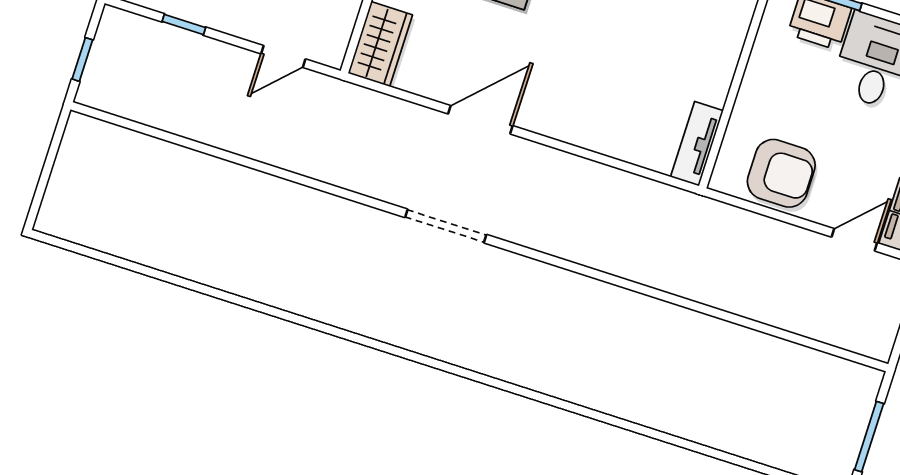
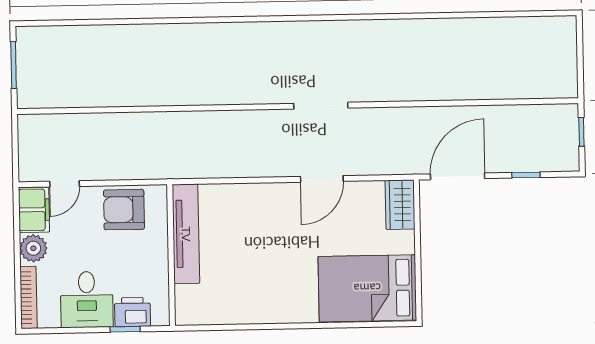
door: (283, 56) -> (458, 176), width x1.87
tv unit: (697, 144) -> (186, 234), width x1.92, depth x1.29

